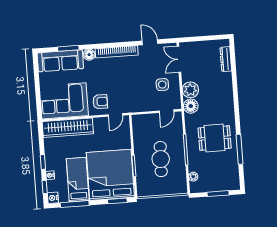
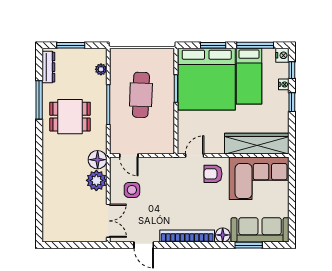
dresser: (226, 59) -> (48, 67), moved
door: (167, 111) -> (129, 156), swing flipped
window: (117, 201) -> (213, 45), moved

